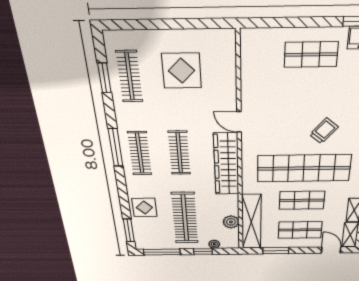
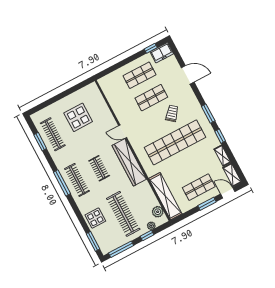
clothes rail: (179, 153) -> (99, 168), width x0.73
shop shelf: (302, 200) -> (151, 98), moved
plant: (231, 222) -> (158, 212), moved
window: (276, 251) -> (207, 204), moved

